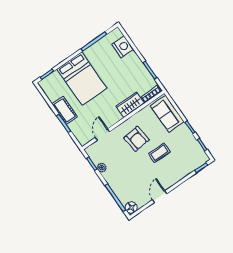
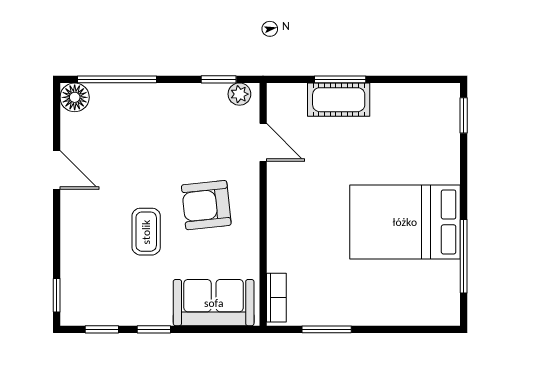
nightstand: (123, 47) -> (412, 307), removed
bed: (82, 79) -> (405, 222), moved
wardrobe: (130, 105) -> (284, 240), removed
cot: (65, 110) -> (339, 100), moved
plant: (102, 168) -> (239, 94), moved

